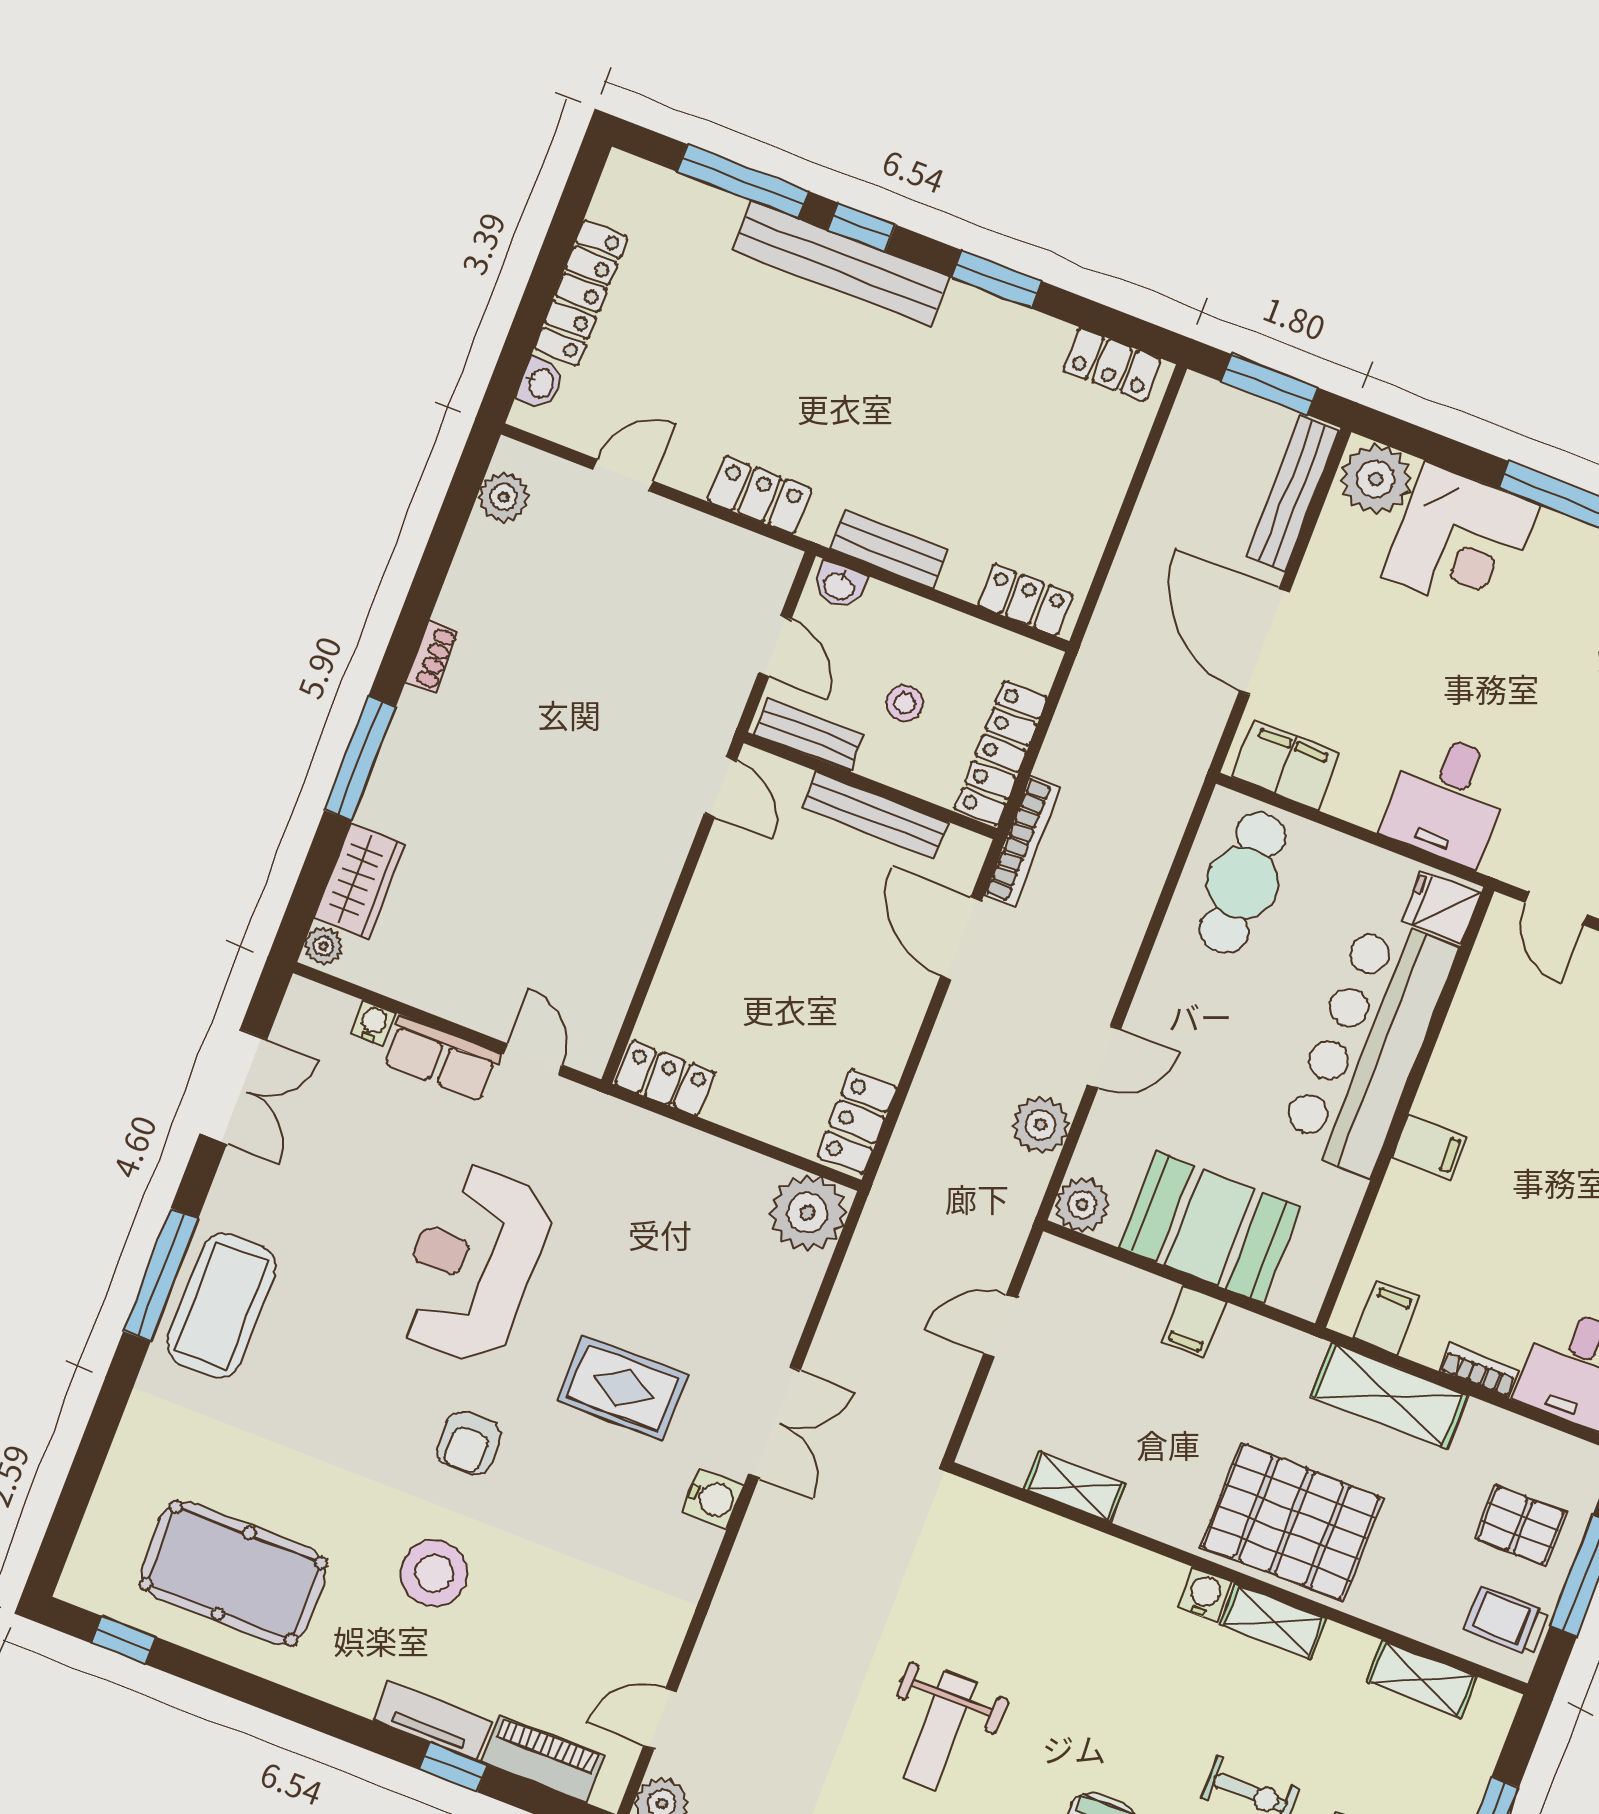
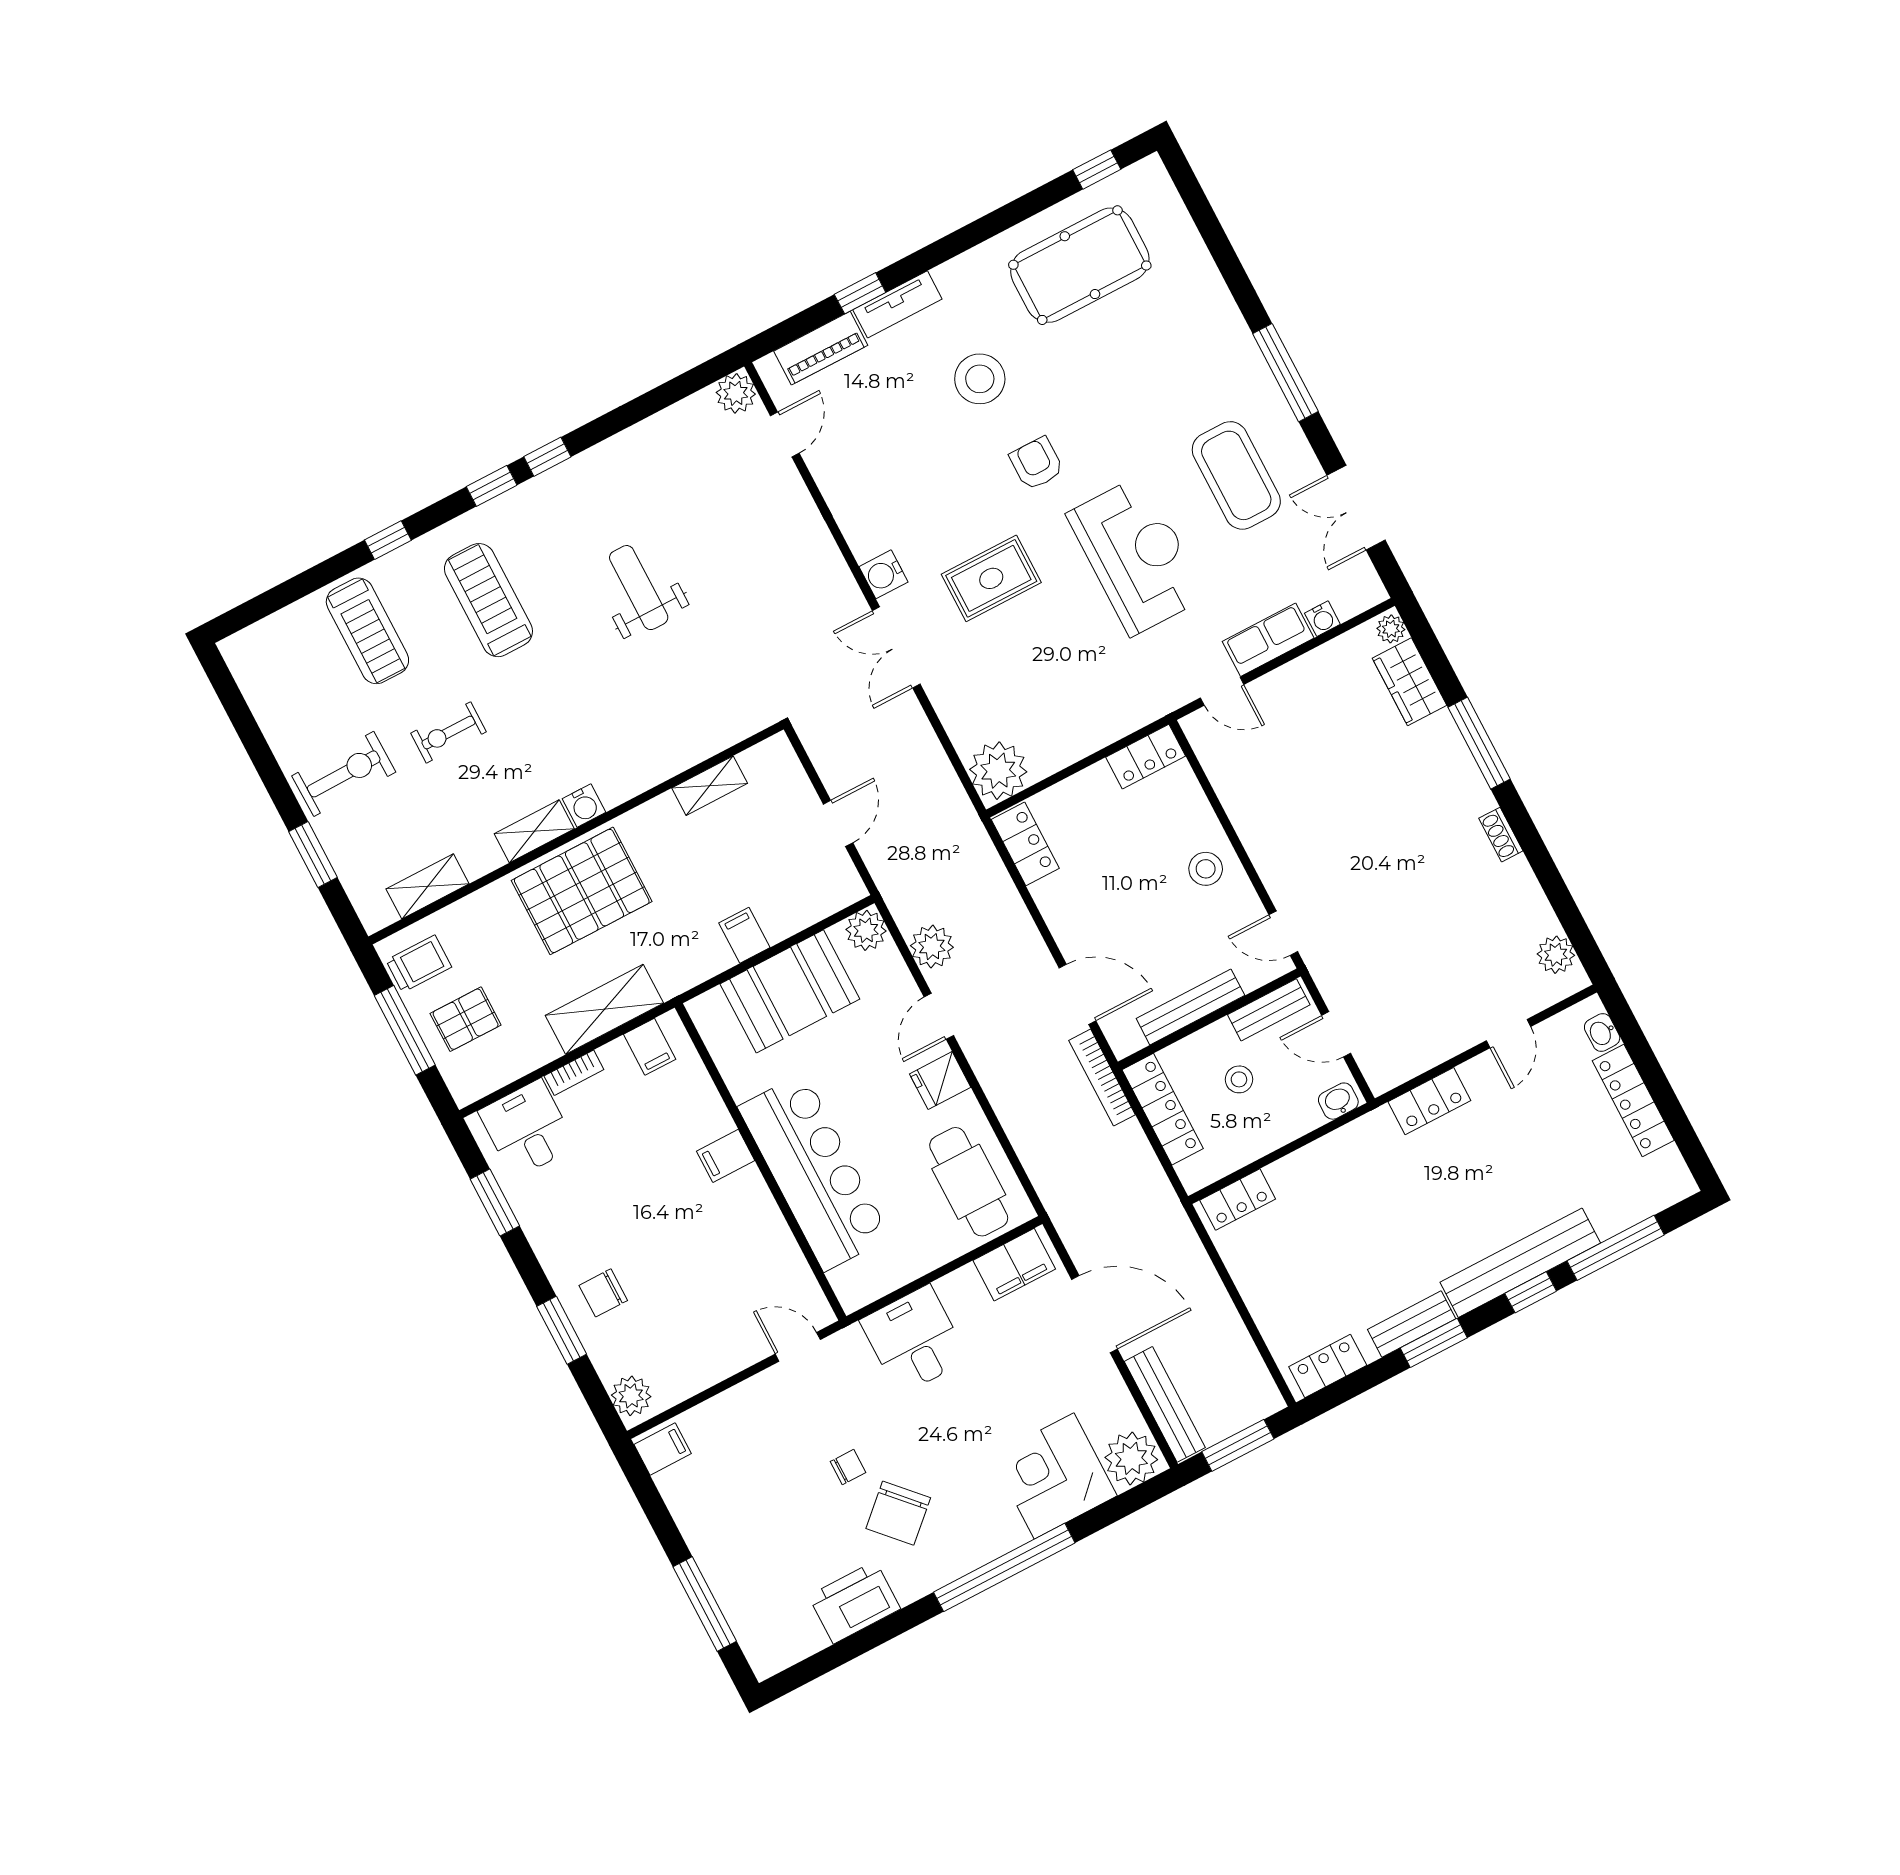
bench: (889, 549) -> (1412, 1324), moved
fridge: (1441, 907) -> (940, 1081), moved, turned 180
stool: (724, 921) -> (1206, 869), added
coffee table: (222, 1306) -> (1236, 475), moved

